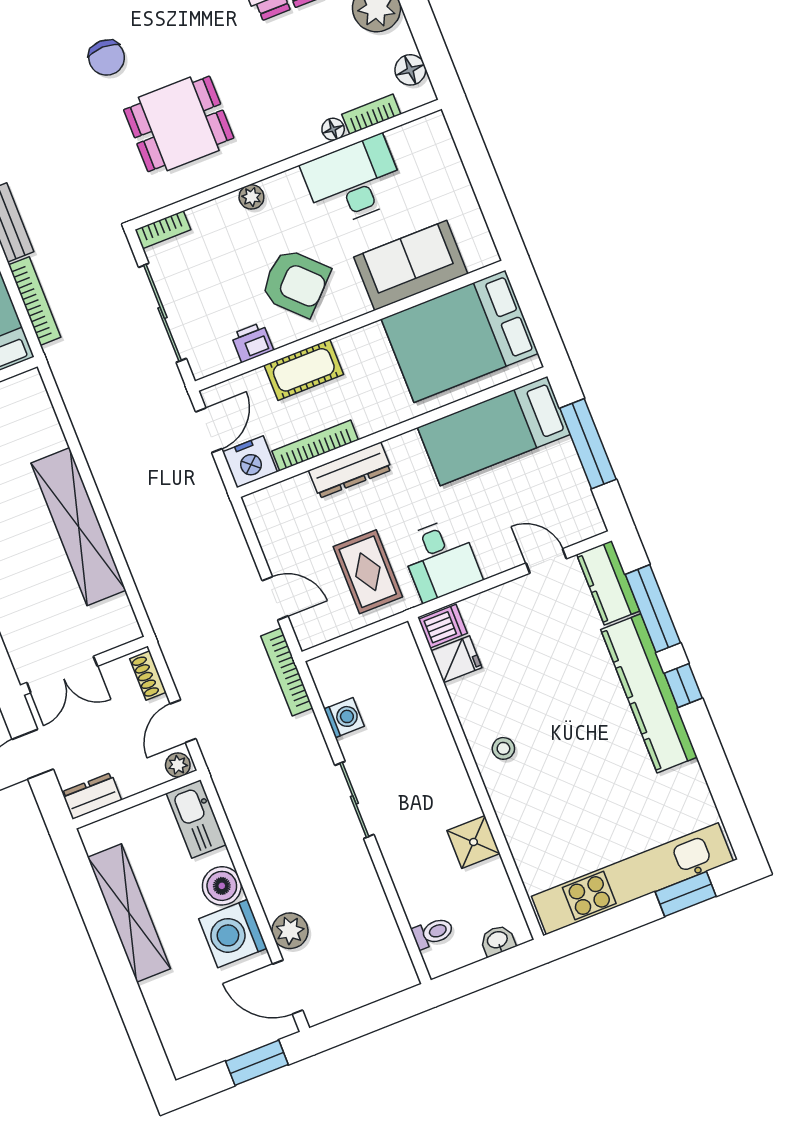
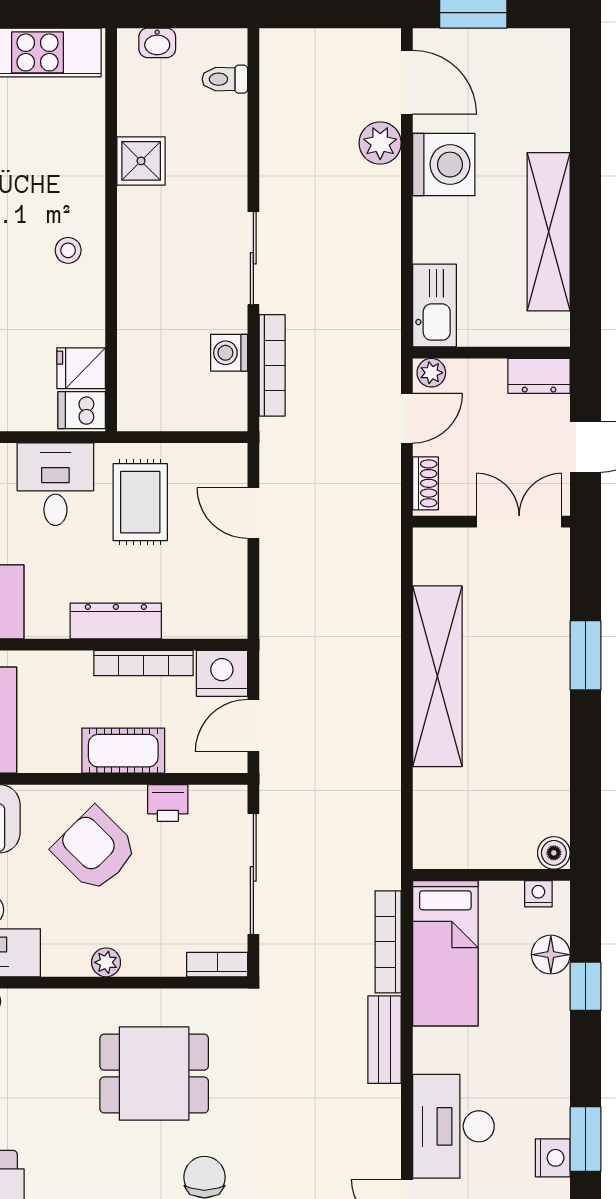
bookcase: (287, 672) -> (272, 365), moved
boiler: (222, 886) -> (435, 221), removed

